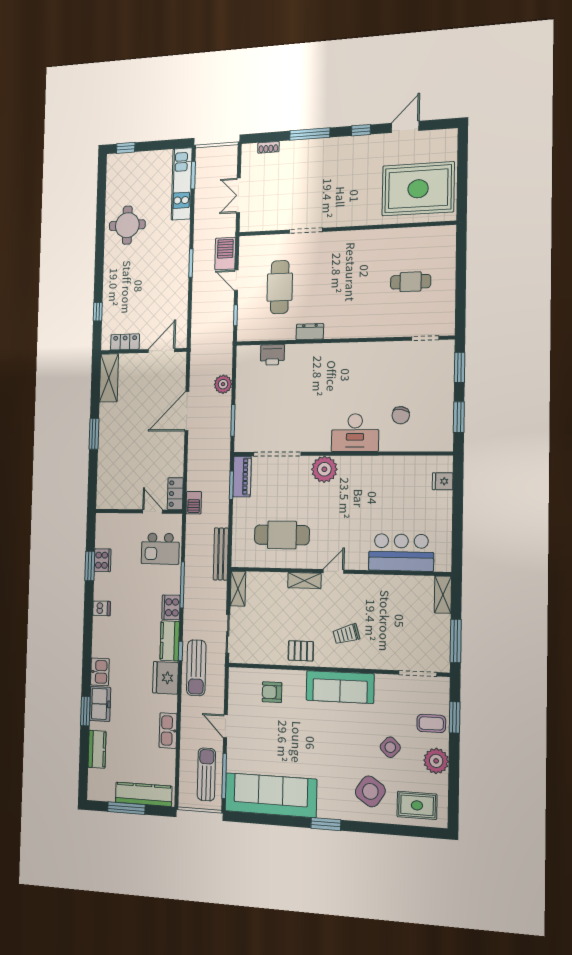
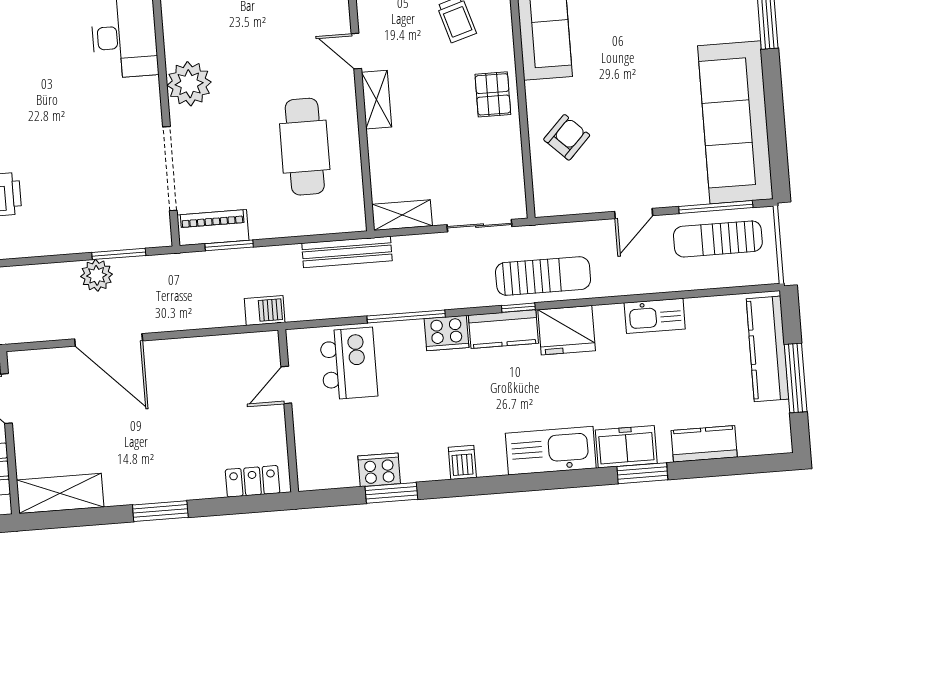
plant: (223, 384) -> (97, 275), moved
locker: (175, 494) -> (253, 481), moved, turned 180
kitchen sink: (100, 672) -> (551, 451), width x1.88, depth x1.24
armchair: (272, 692) -> (567, 137), turned -136

